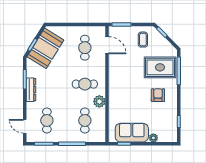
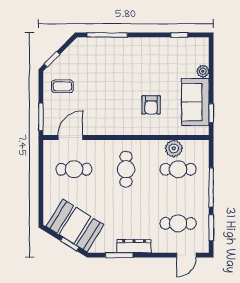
rug: (160, 67) -> (102, 62), removed
armchair: (158, 95) -> (151, 105), moved, turned -90
plant: (99, 101) -> (174, 148), moved

